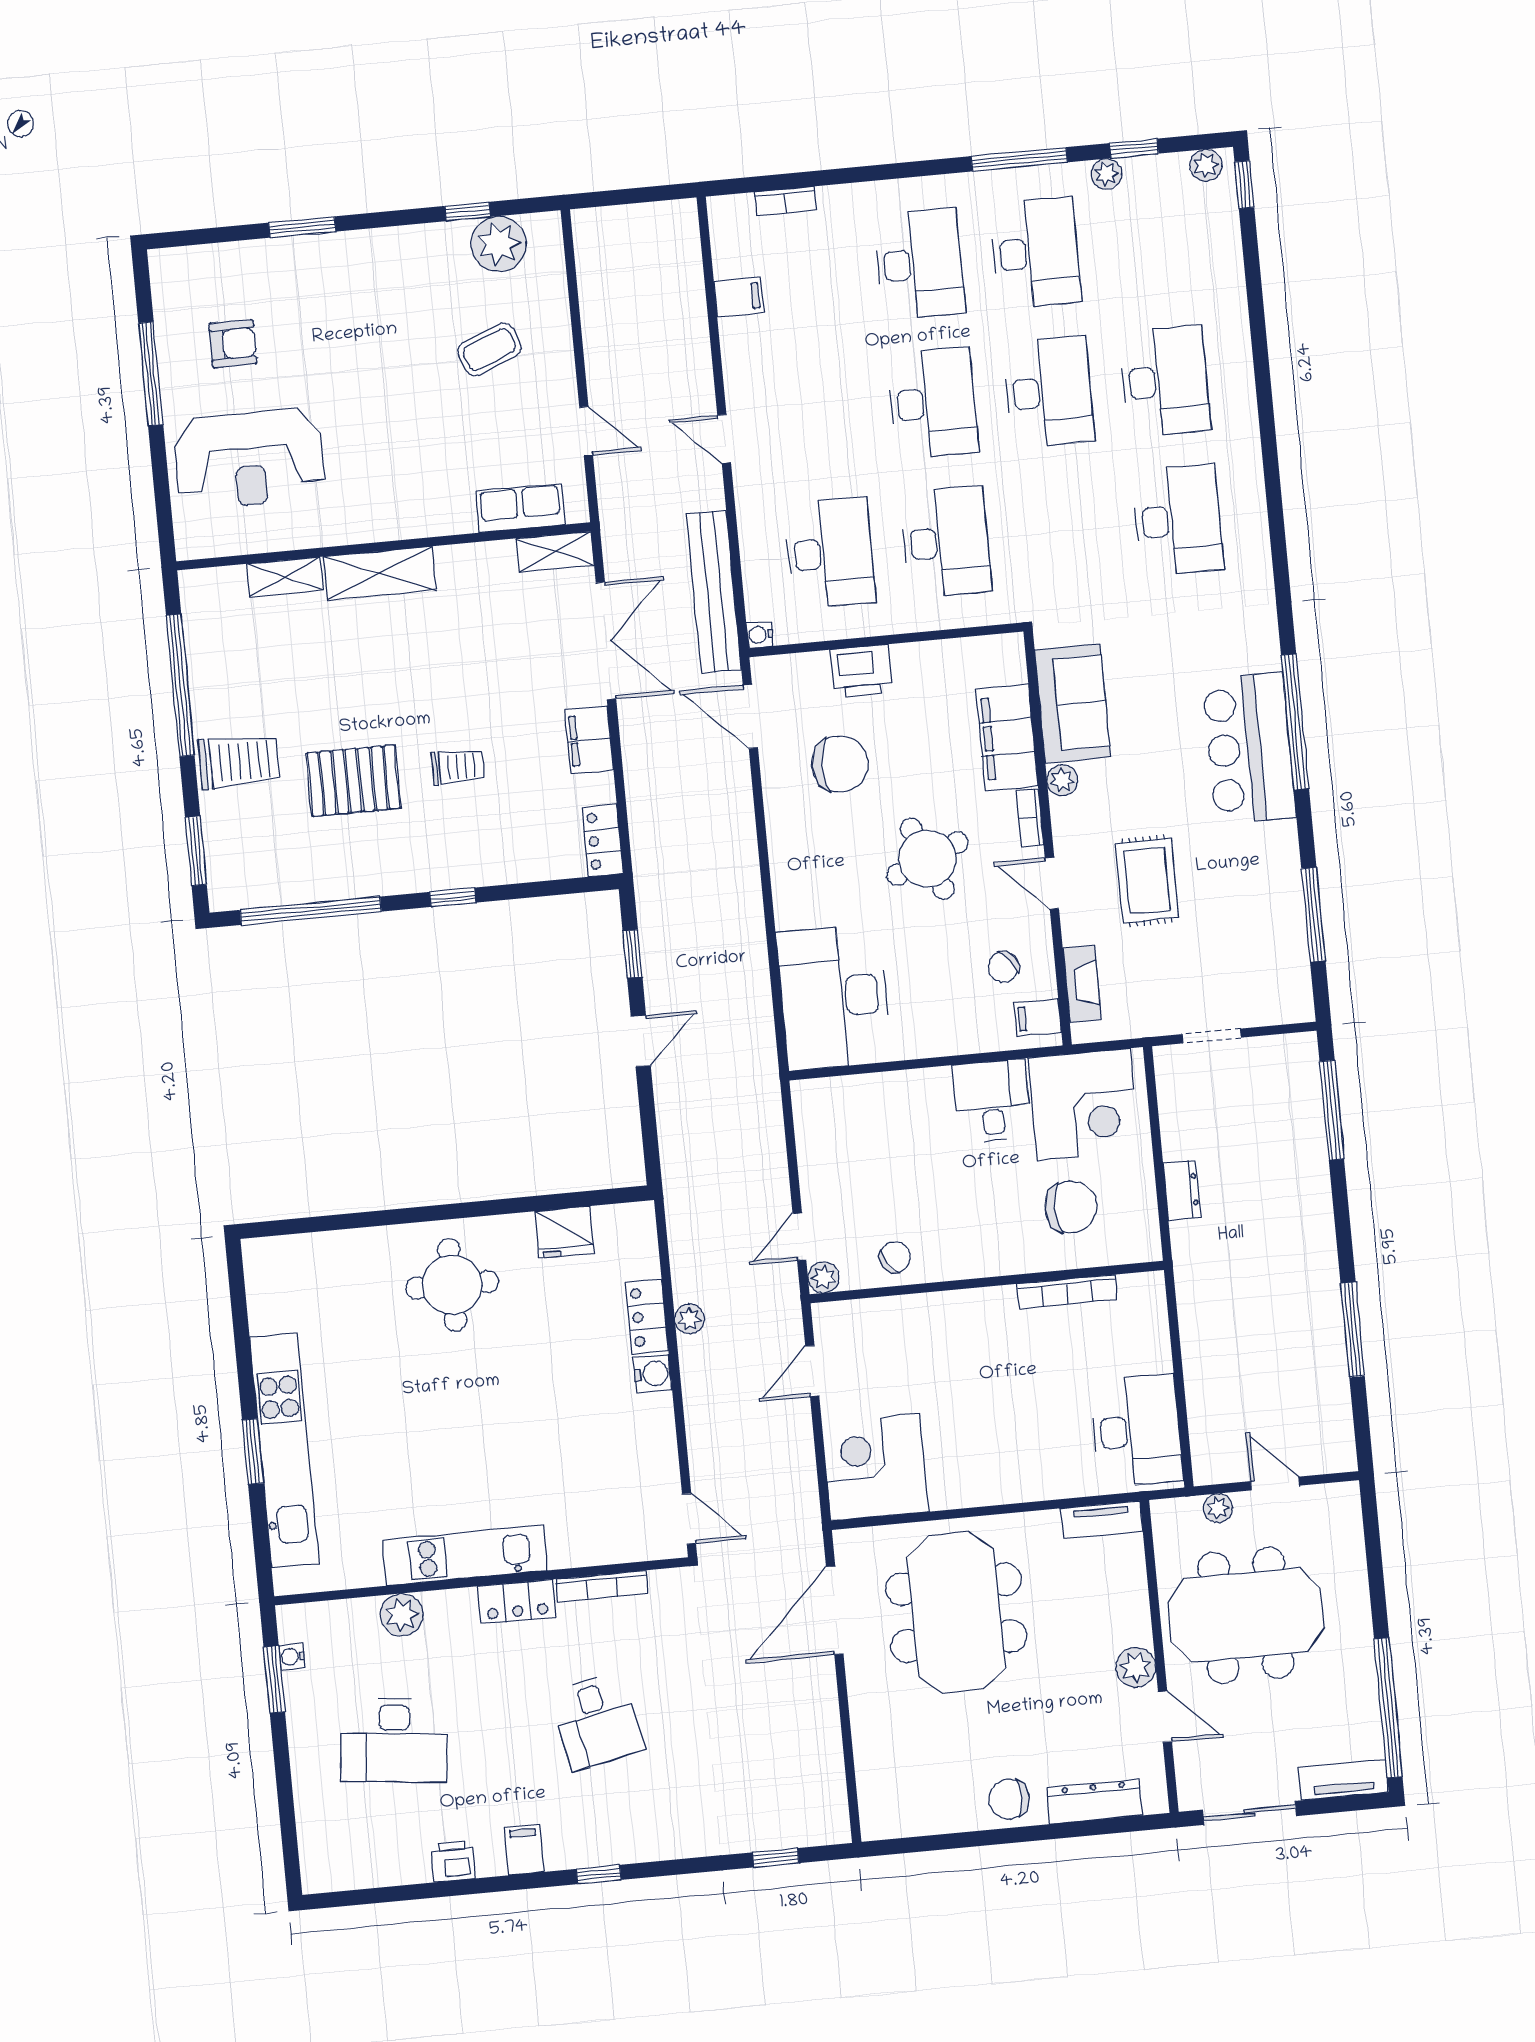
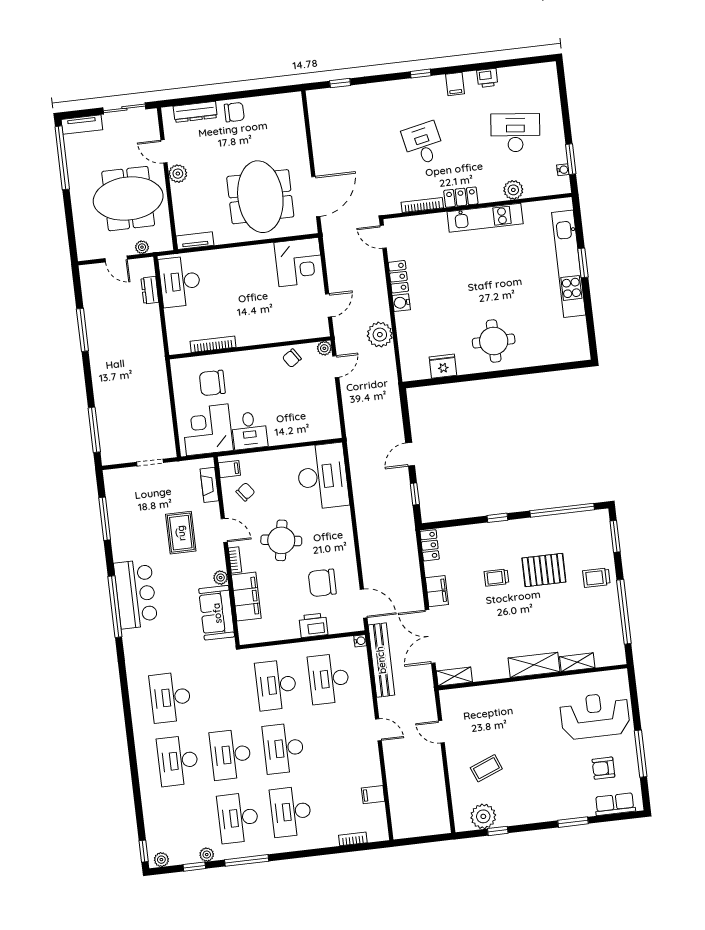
row of seats: (520, 508) -> (615, 804), moved, turned 180
trolley: (239, 761) -> (596, 578), width x0.73, depth x0.72
round table: (927, 859) -> (281, 540), turned 32
dresser: (1182, 1190) -> (150, 290), moved
locker: (647, 1317) -> (398, 277), moved
plant: (690, 1319) -> (380, 335), width x1.87, depth x1.87

